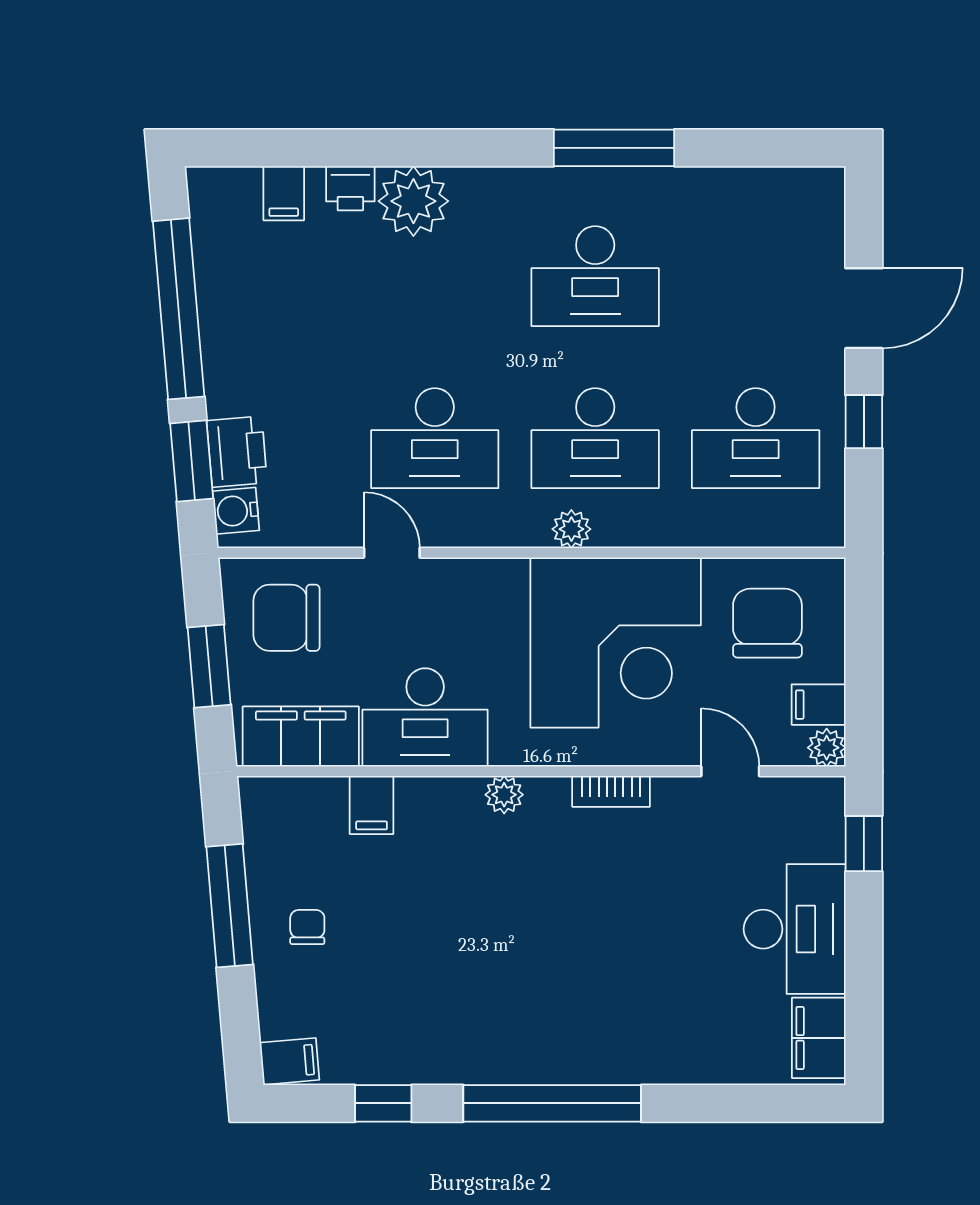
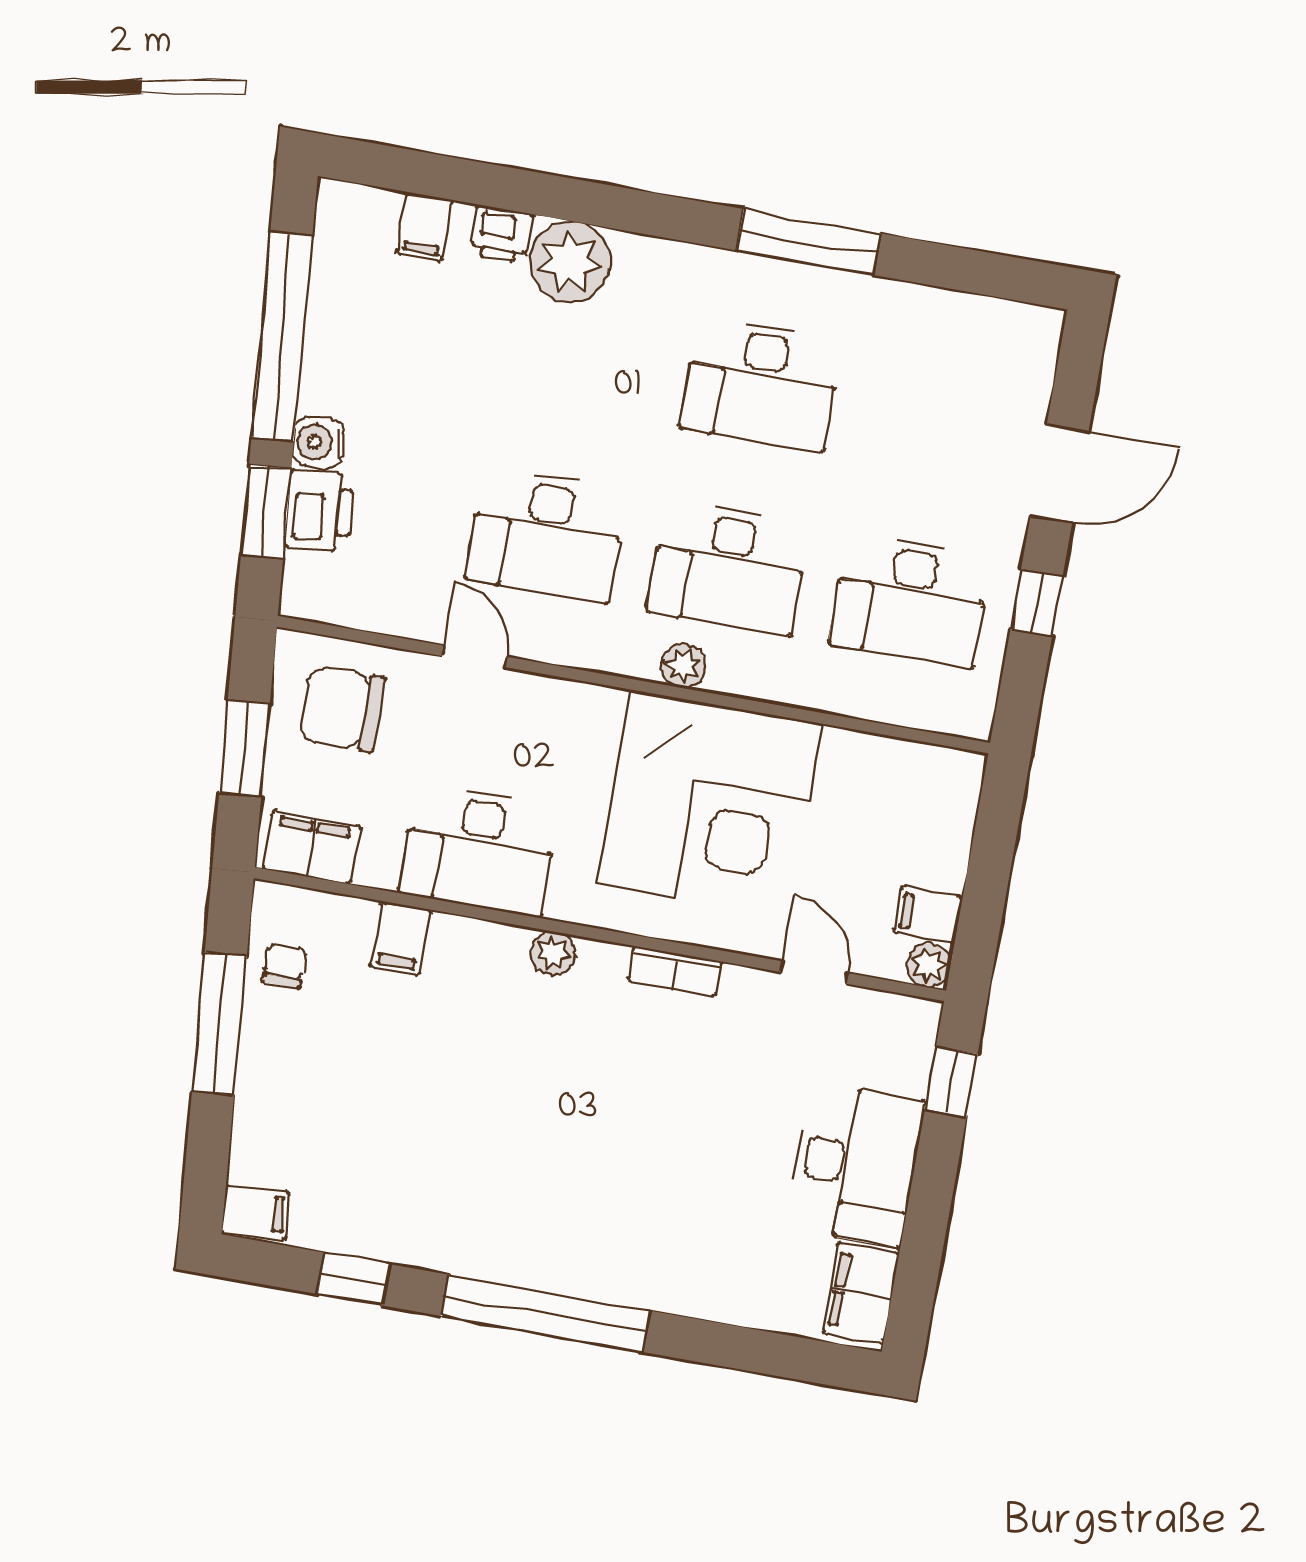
water cooler: (236, 511) -> (318, 442), moved
chair: (767, 623) -> (886, 812), removed
filing cabinet: (301, 737) -> (311, 847), width x0.67, depth x0.86
chair: (307, 927) -> (284, 966), moved

